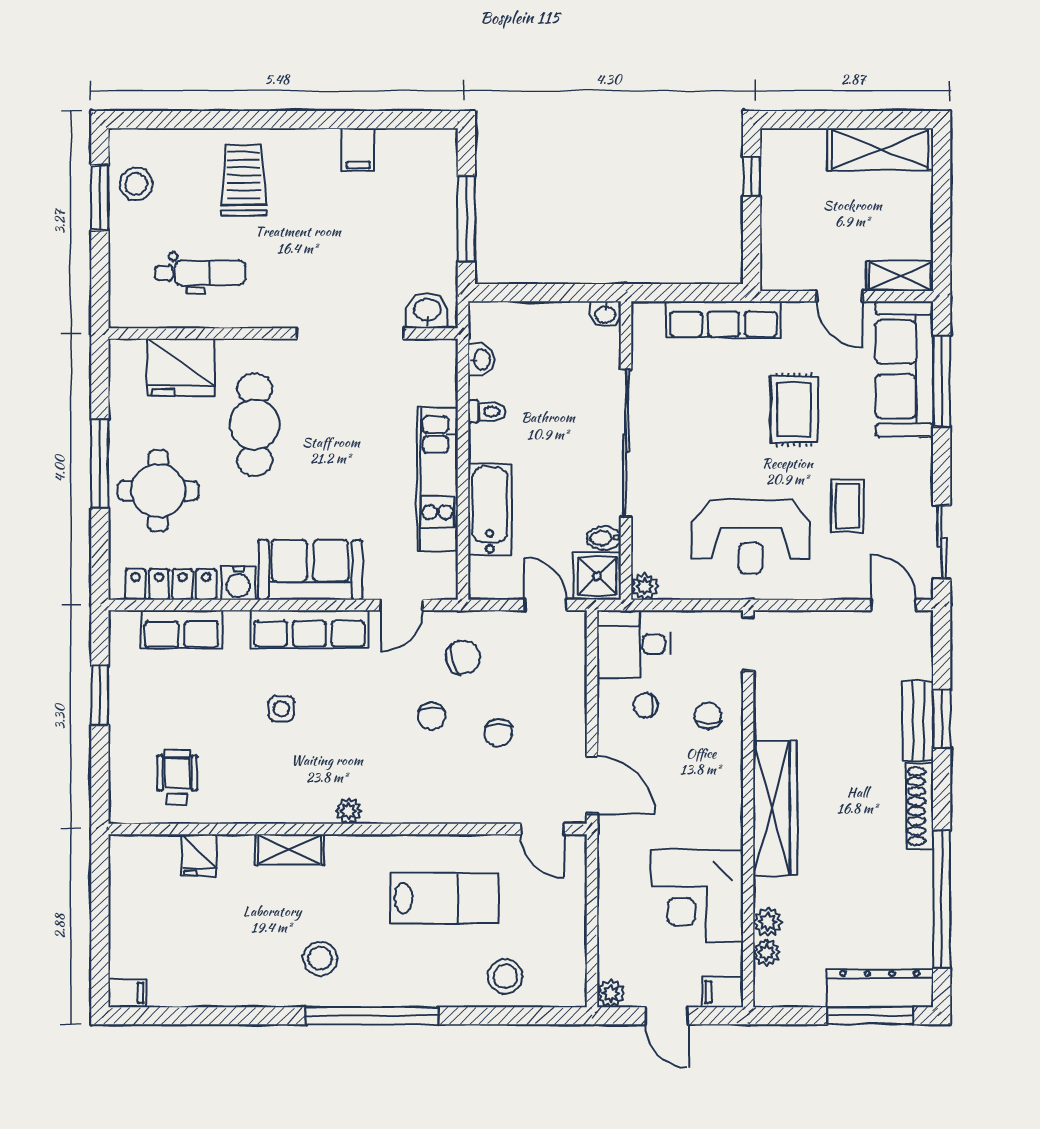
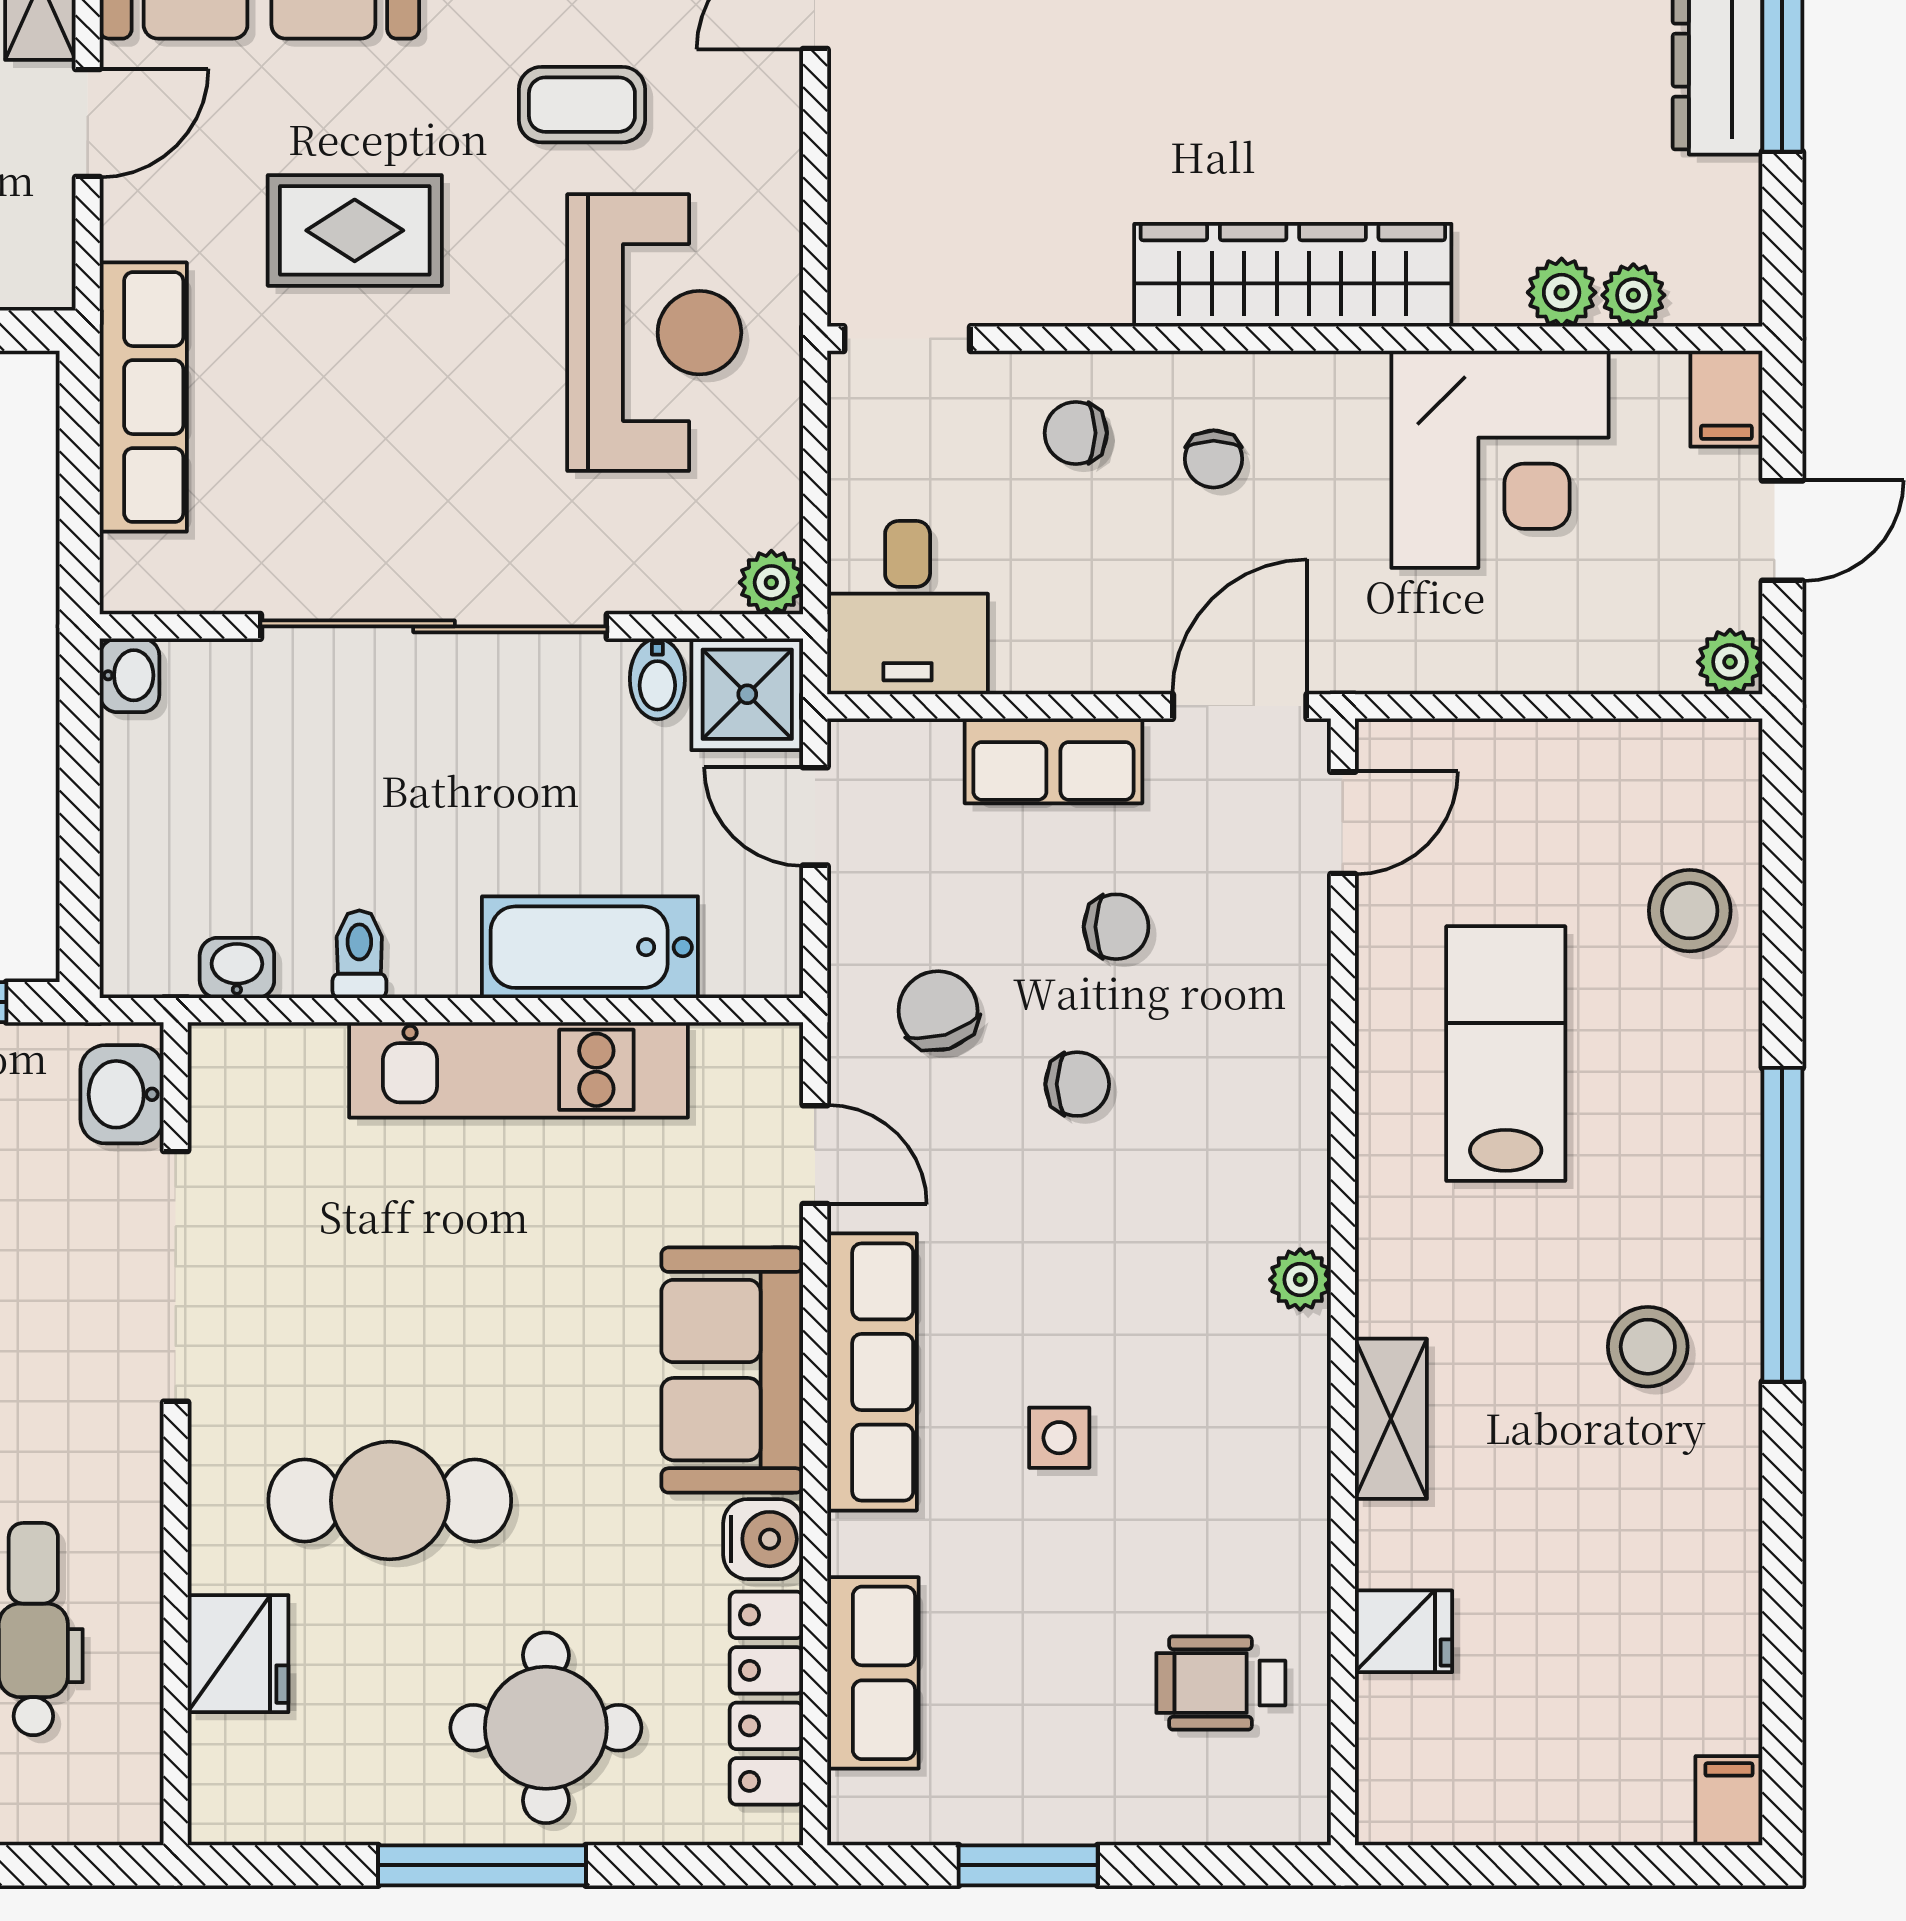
fridge: (181, 367) -> (238, 1654), width x0.73, depth x0.75
door: (545, 605) -> (815, 816), hinge flipped
chair: (645, 705) -> (1214, 459), moved
row of seats: (569, 706) -> (1053, 761), added

